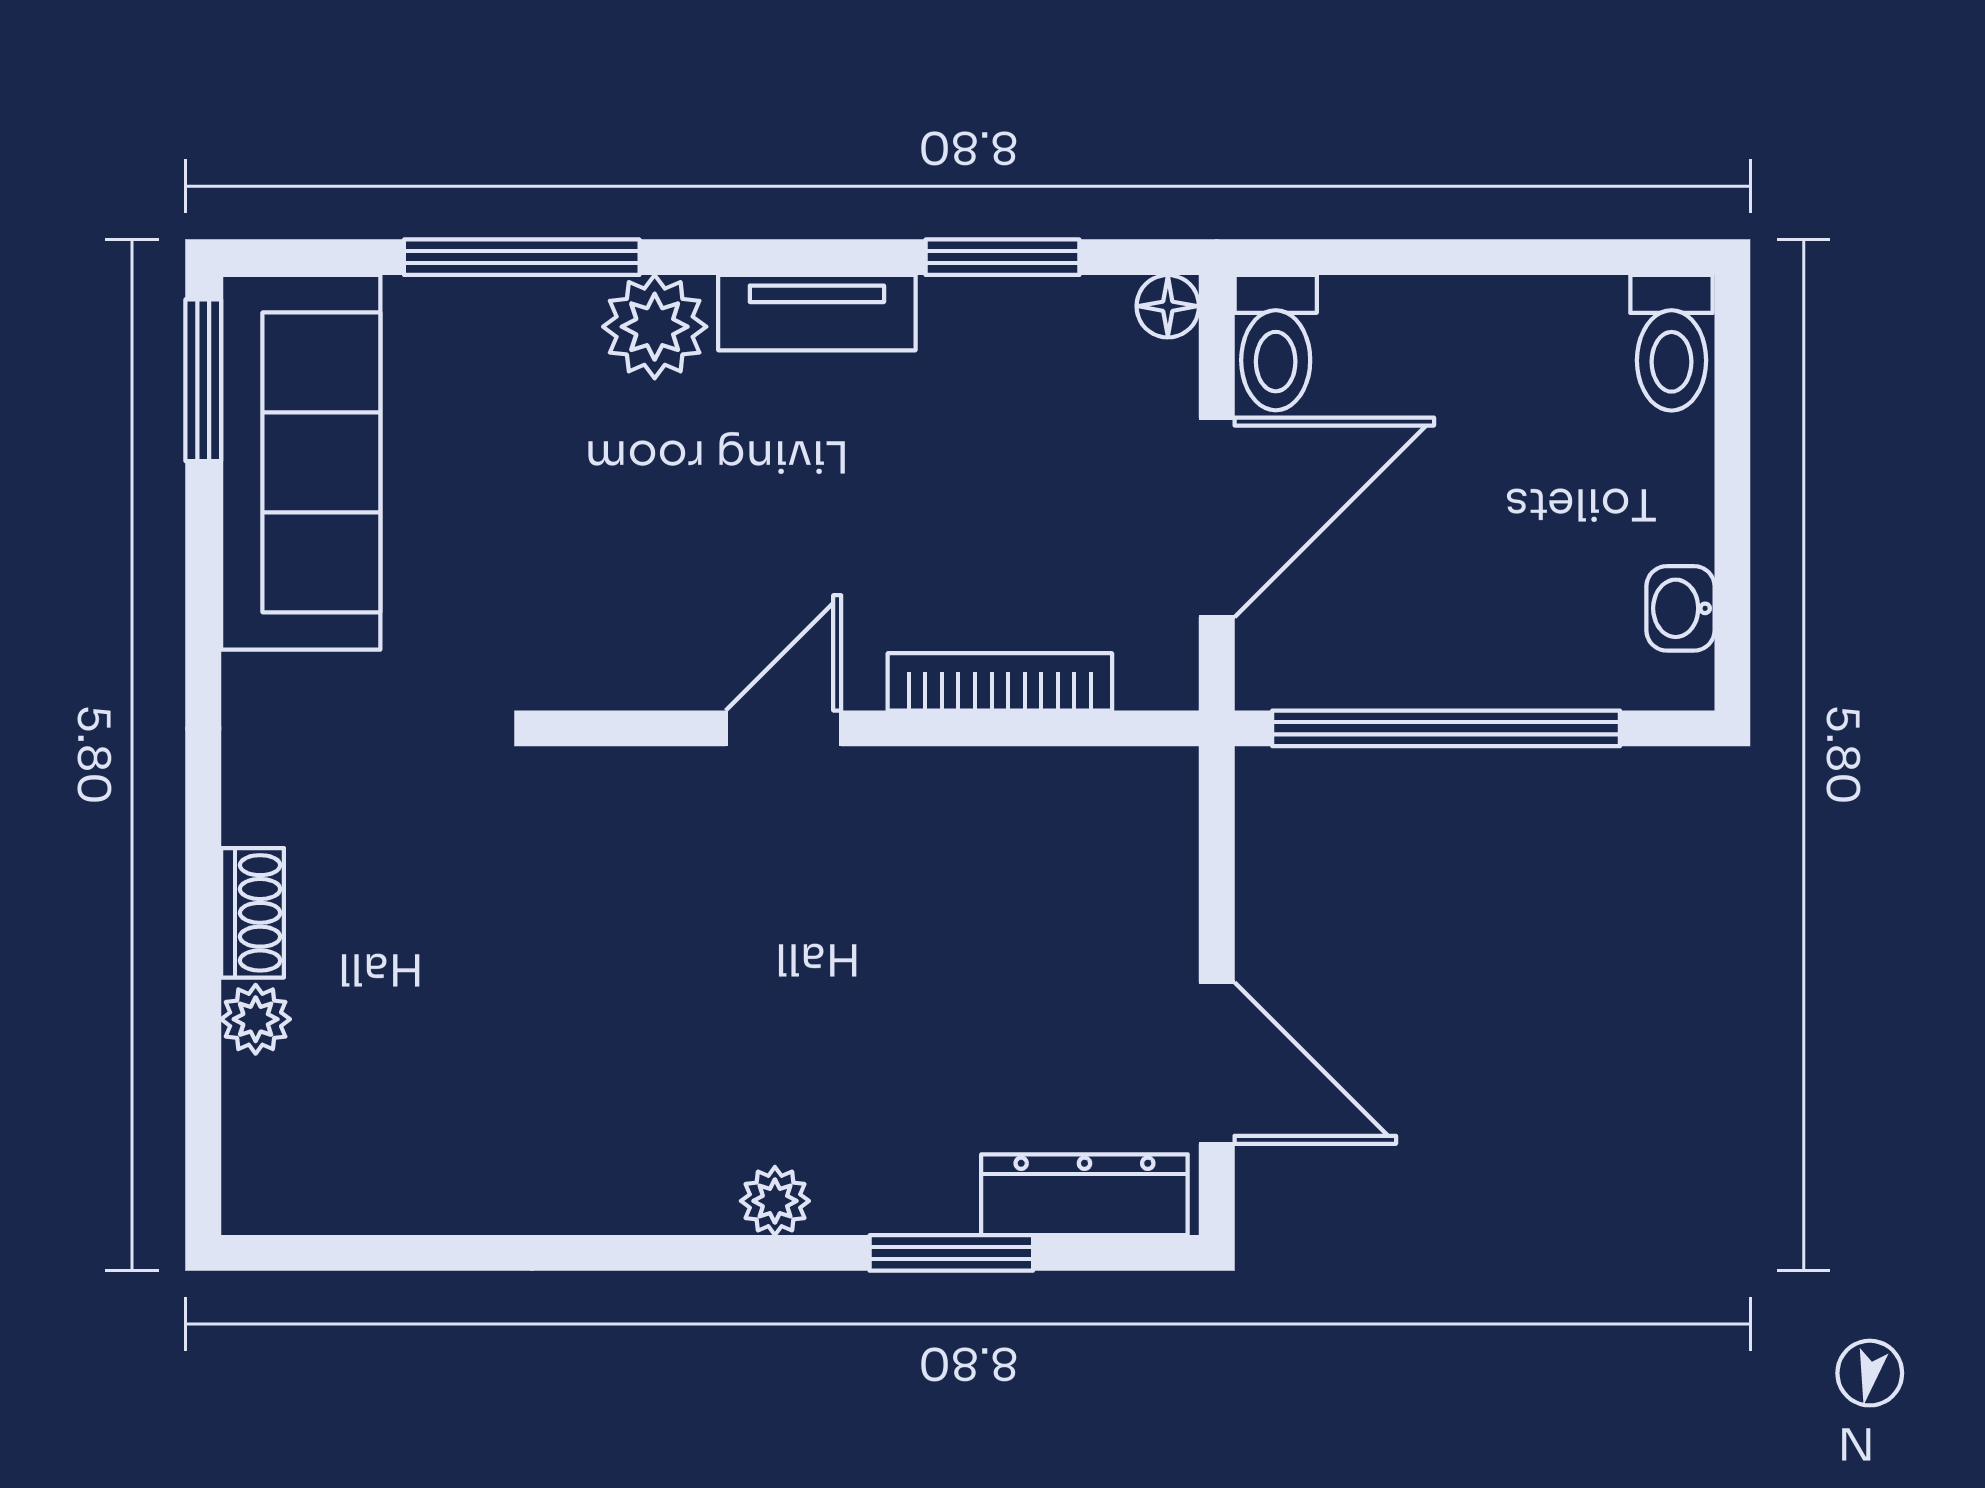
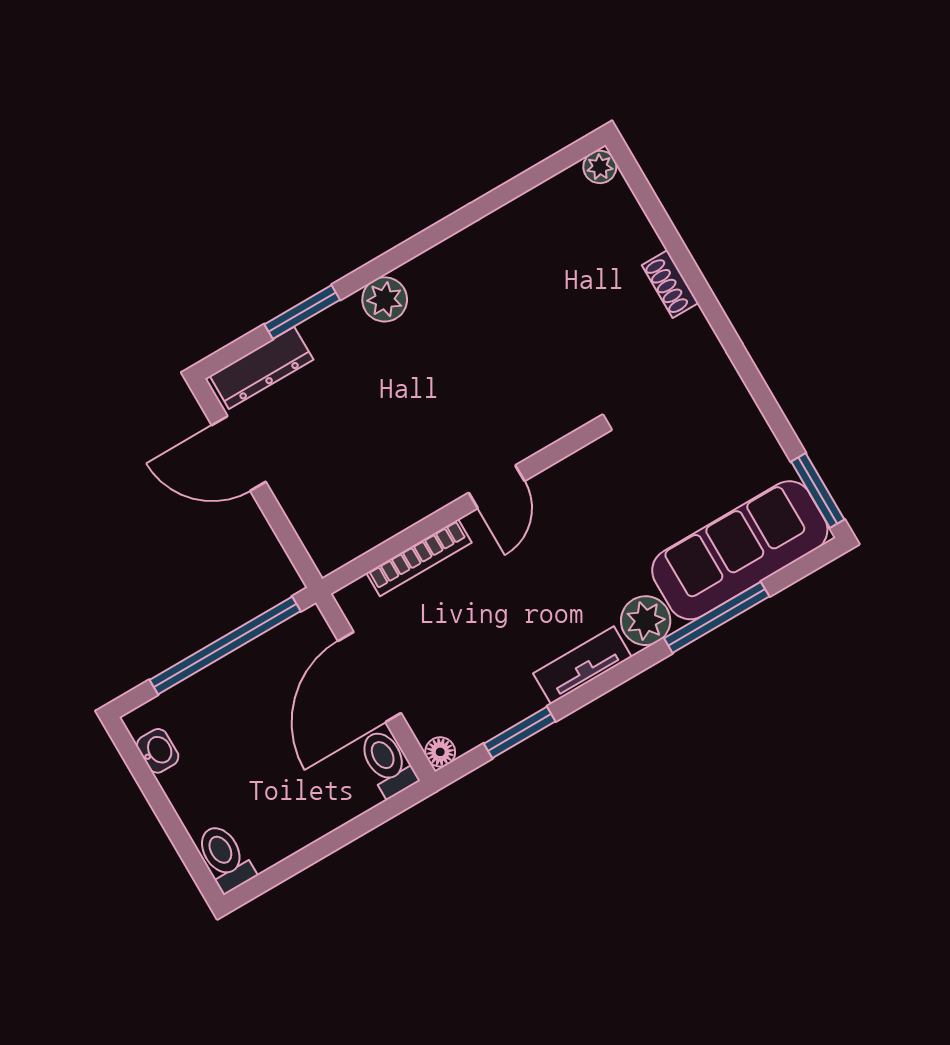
sofa: (301, 462) -> (740, 550), moved, turned 90
plant: (256, 1019) -> (600, 167), moved
plant: (775, 1201) -> (385, 299), width x1.38, depth x1.38

